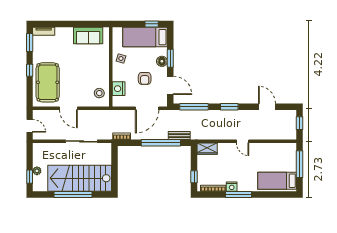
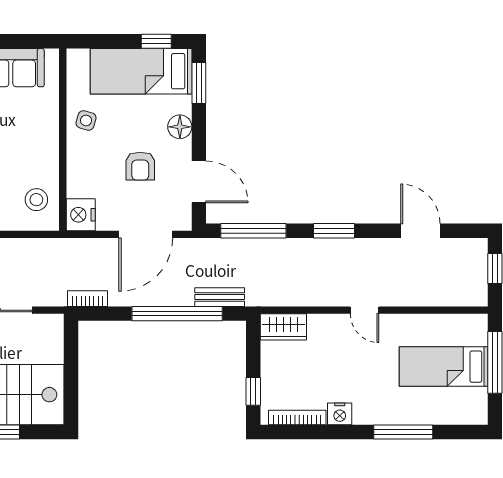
window: (170, 58) -> (199, 83), moved
nightstand: (119, 89) -> (81, 215), moved
bed: (277, 181) -> (444, 367), moved
window: (239, 195) -> (403, 432), moved

